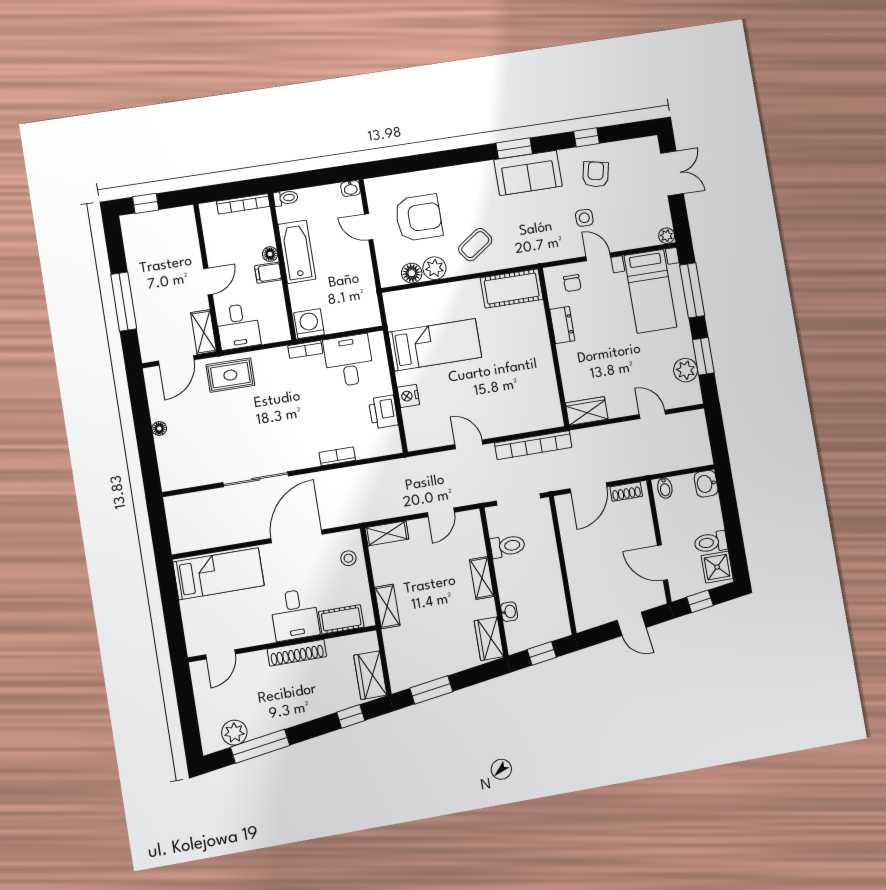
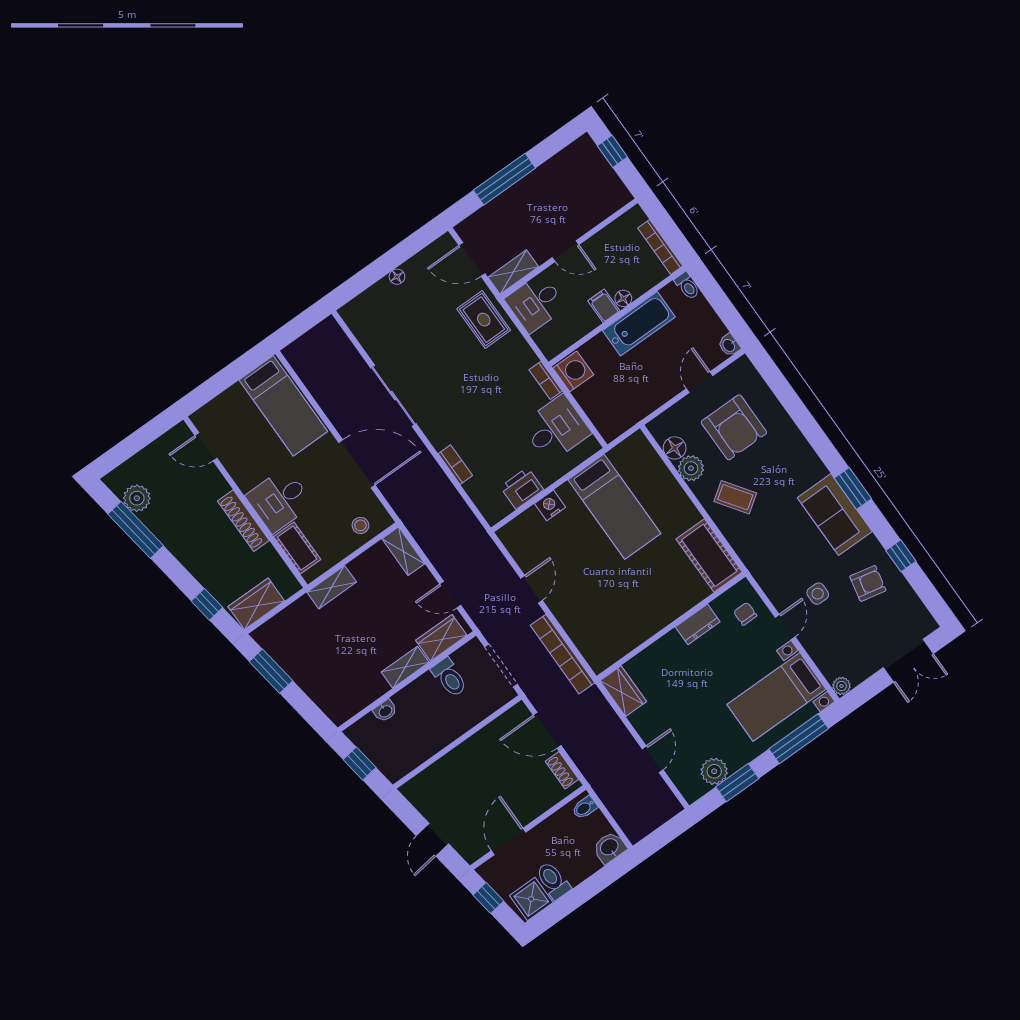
chair: (572, 283) -> (745, 614), turned 90
wardrobe: (489, 639) -> (441, 638), moved

